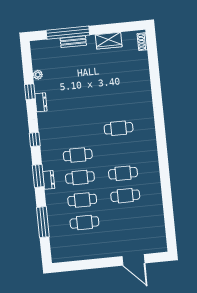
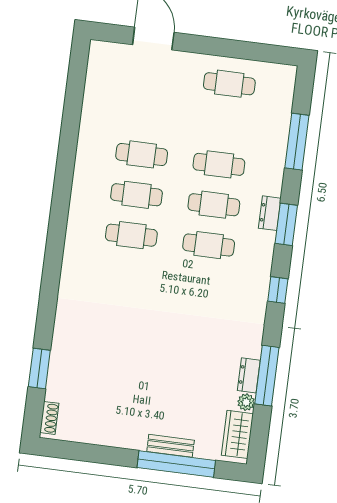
wardrobe: (109, 41) -> (237, 434), moved, turned -90
window: (154, 67) -> (39, 369), added
window: (30, 92) -> (267, 376), width x2.17
dresser: (41, 102) -> (249, 375), moved
cafe table: (119, 128) -> (131, 235), moved
cafe table: (84, 222) -> (229, 84), moved

